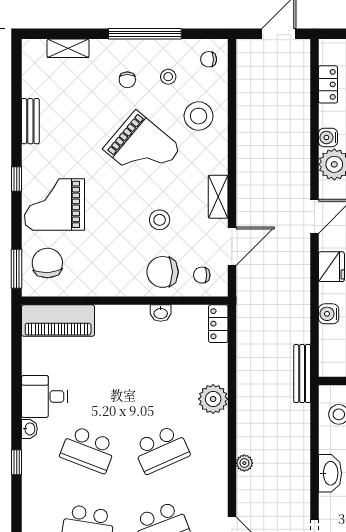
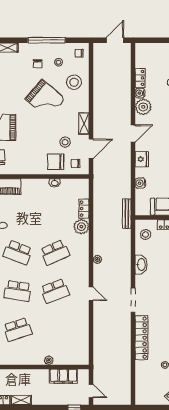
locker: (328, 84) -> (140, 78), moved
stool: (160, 220) -> (65, 142), moved
locker: (218, 324) -> (84, 209), moved

